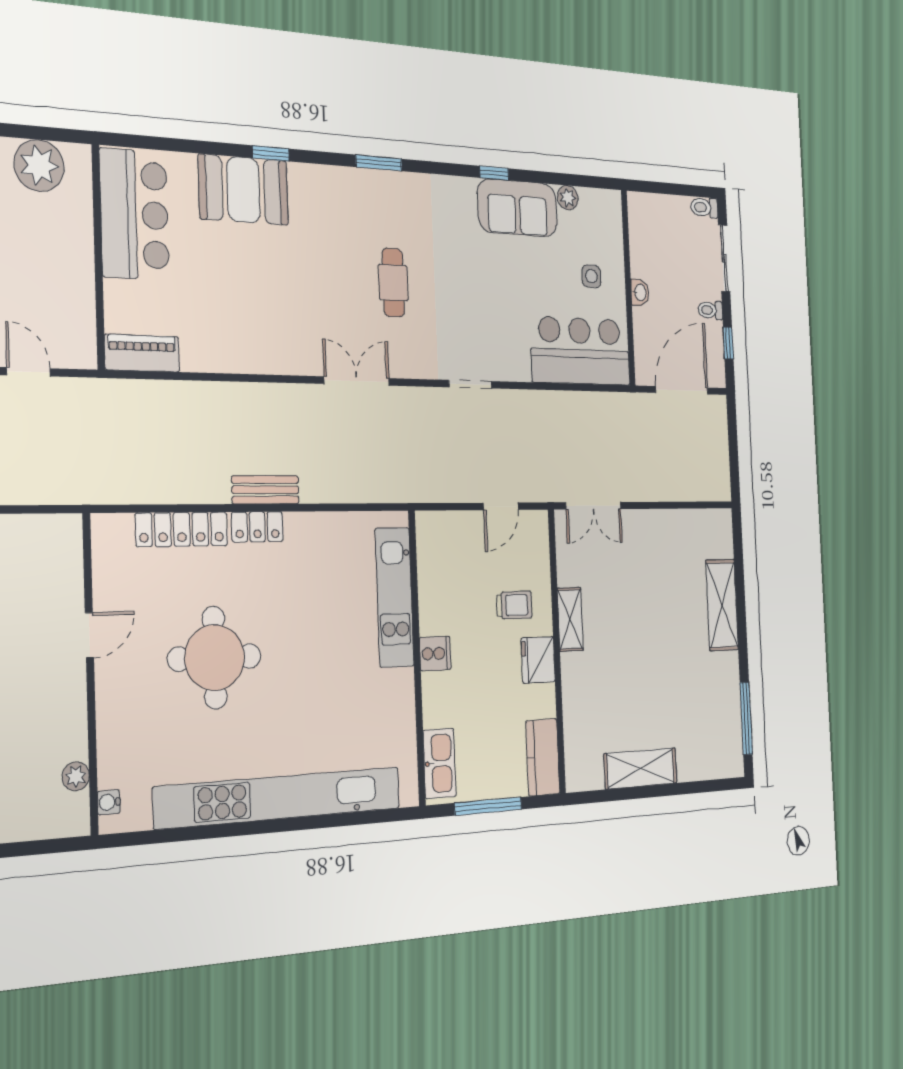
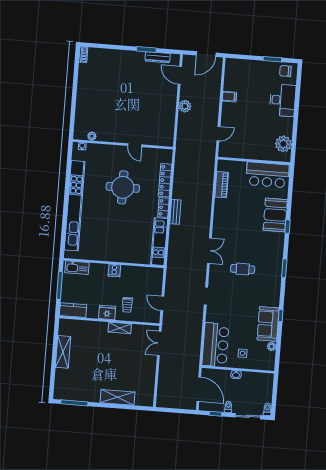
piano: (142, 353) -> (222, 185), moved
kitchen unit: (395, 597) -> (159, 242), moved, turned -90

